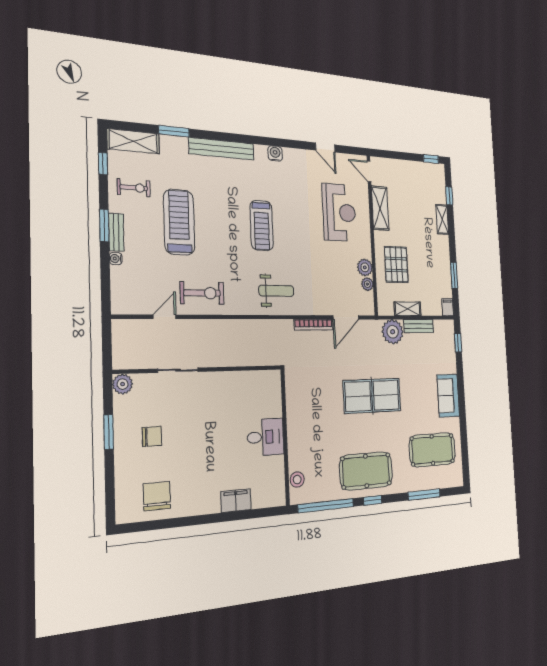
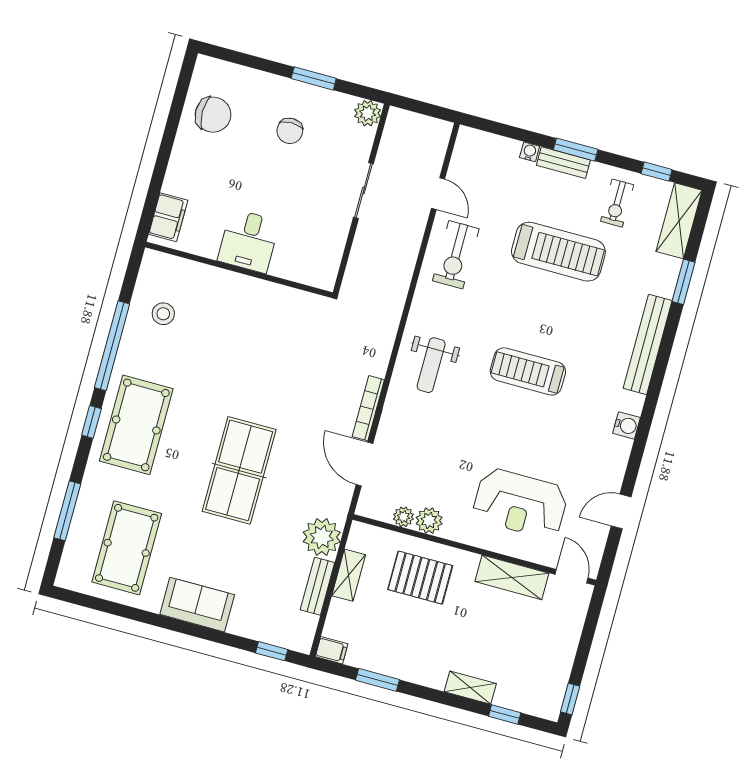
door: (369, 171) -> (571, 576), hinge flipped
desk: (265, 437) -> (249, 241), moved
wall: (285, 437) -> (239, 270), moved

